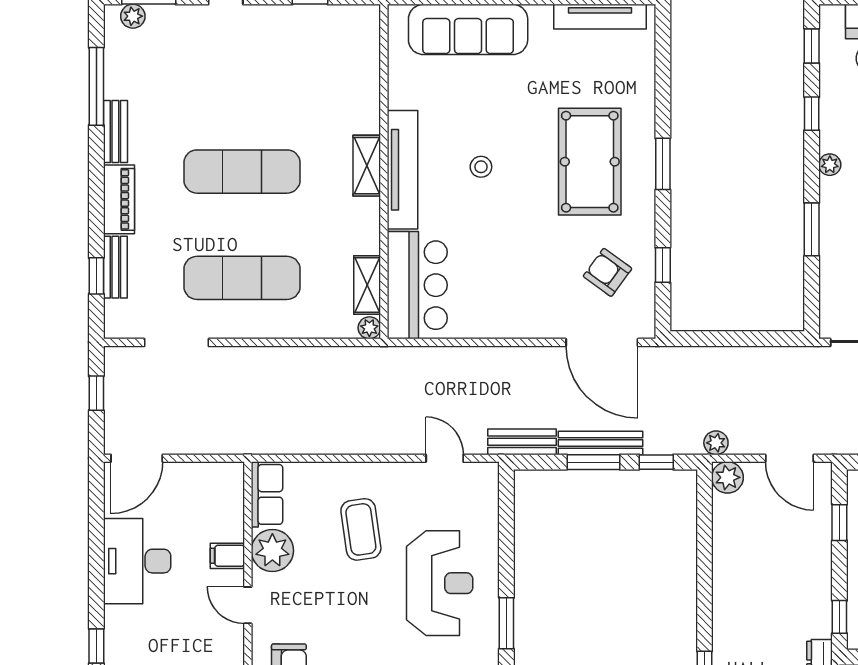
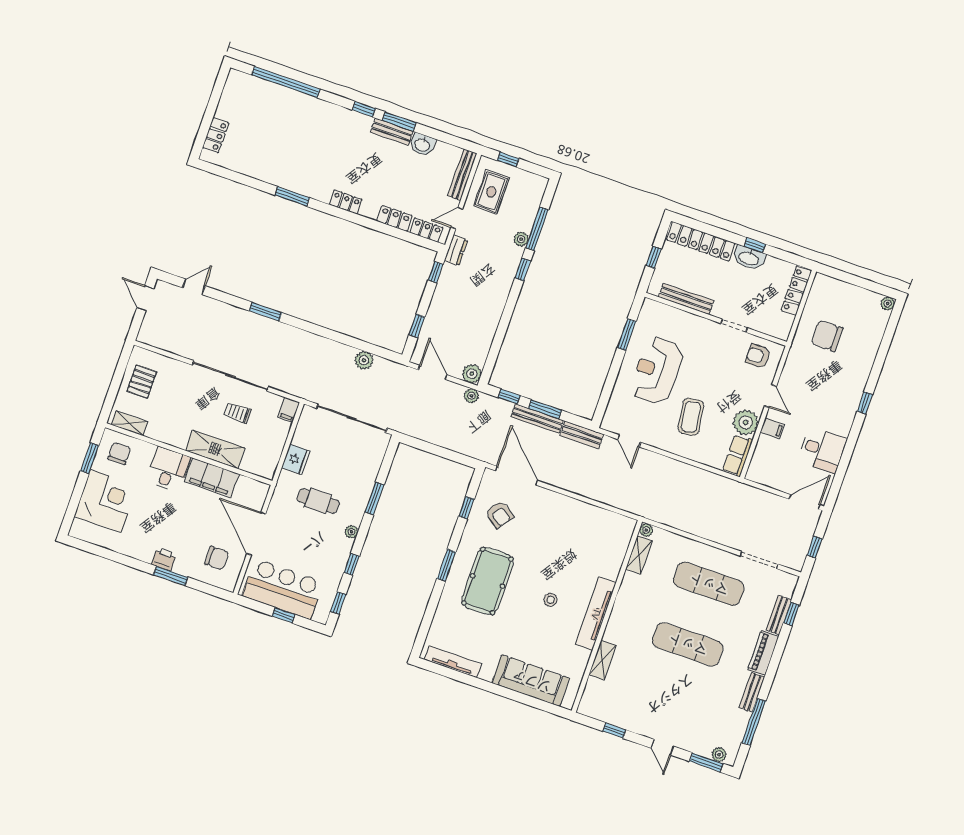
shelving: (367, 166) -> (603, 660), moved
bar counter: (417, 285) -> (610, 545), removed
desk: (137, 561) -> (822, 450), width x0.73

